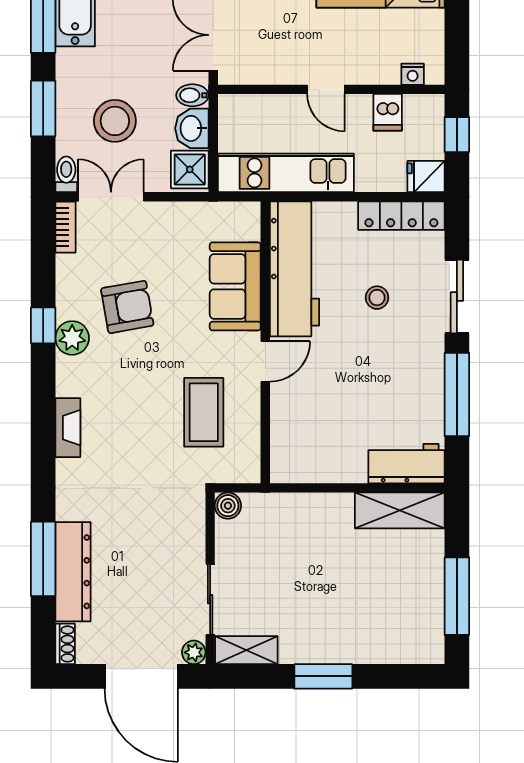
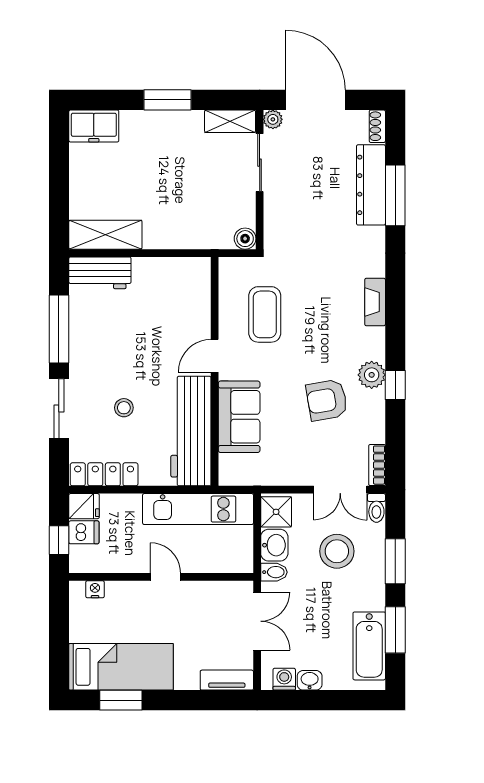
dishwasher: (388, 112) -> (84, 532), moved, turned 90
window: (457, 596) -> (59, 165), removed
freezer: (414, 644) -> (94, 126), added

